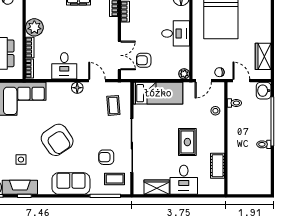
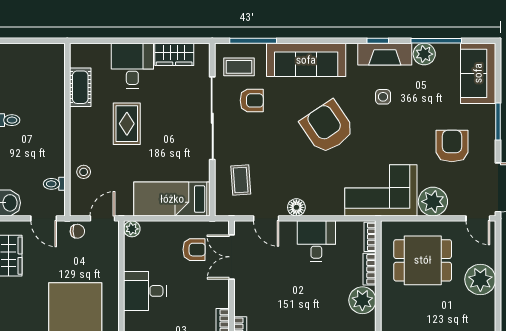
sofa: (71, 184) -> (306, 60), width x1.36

